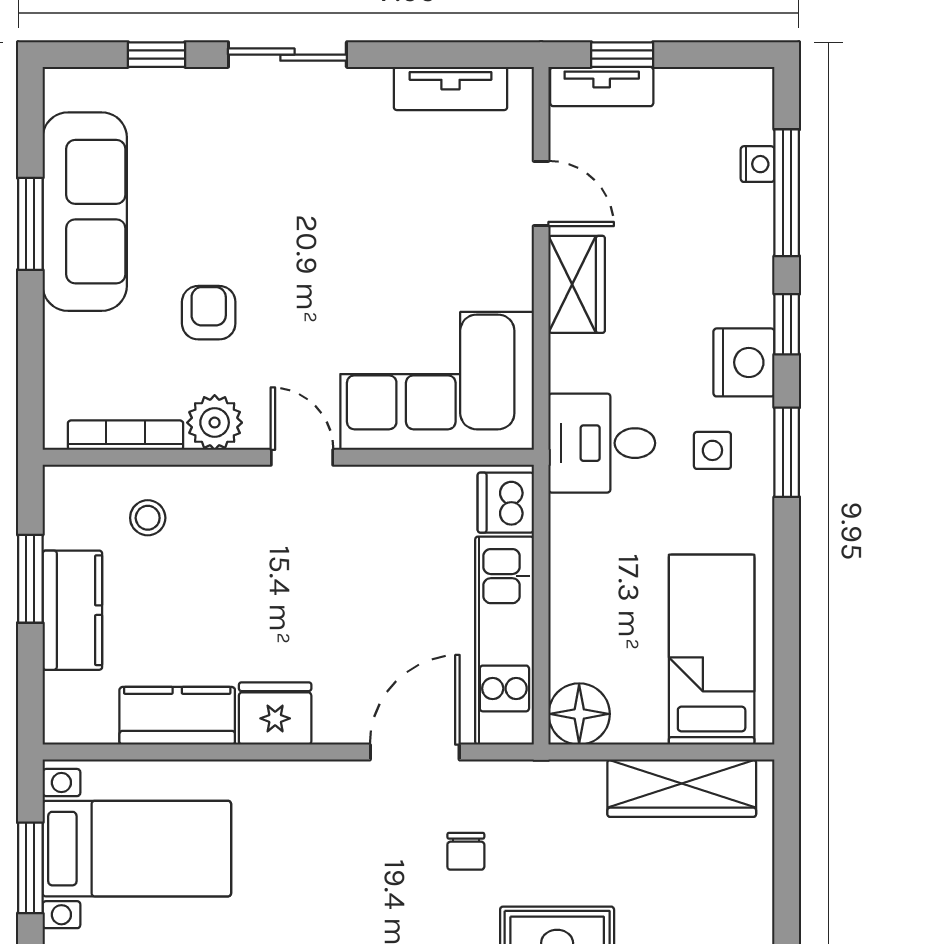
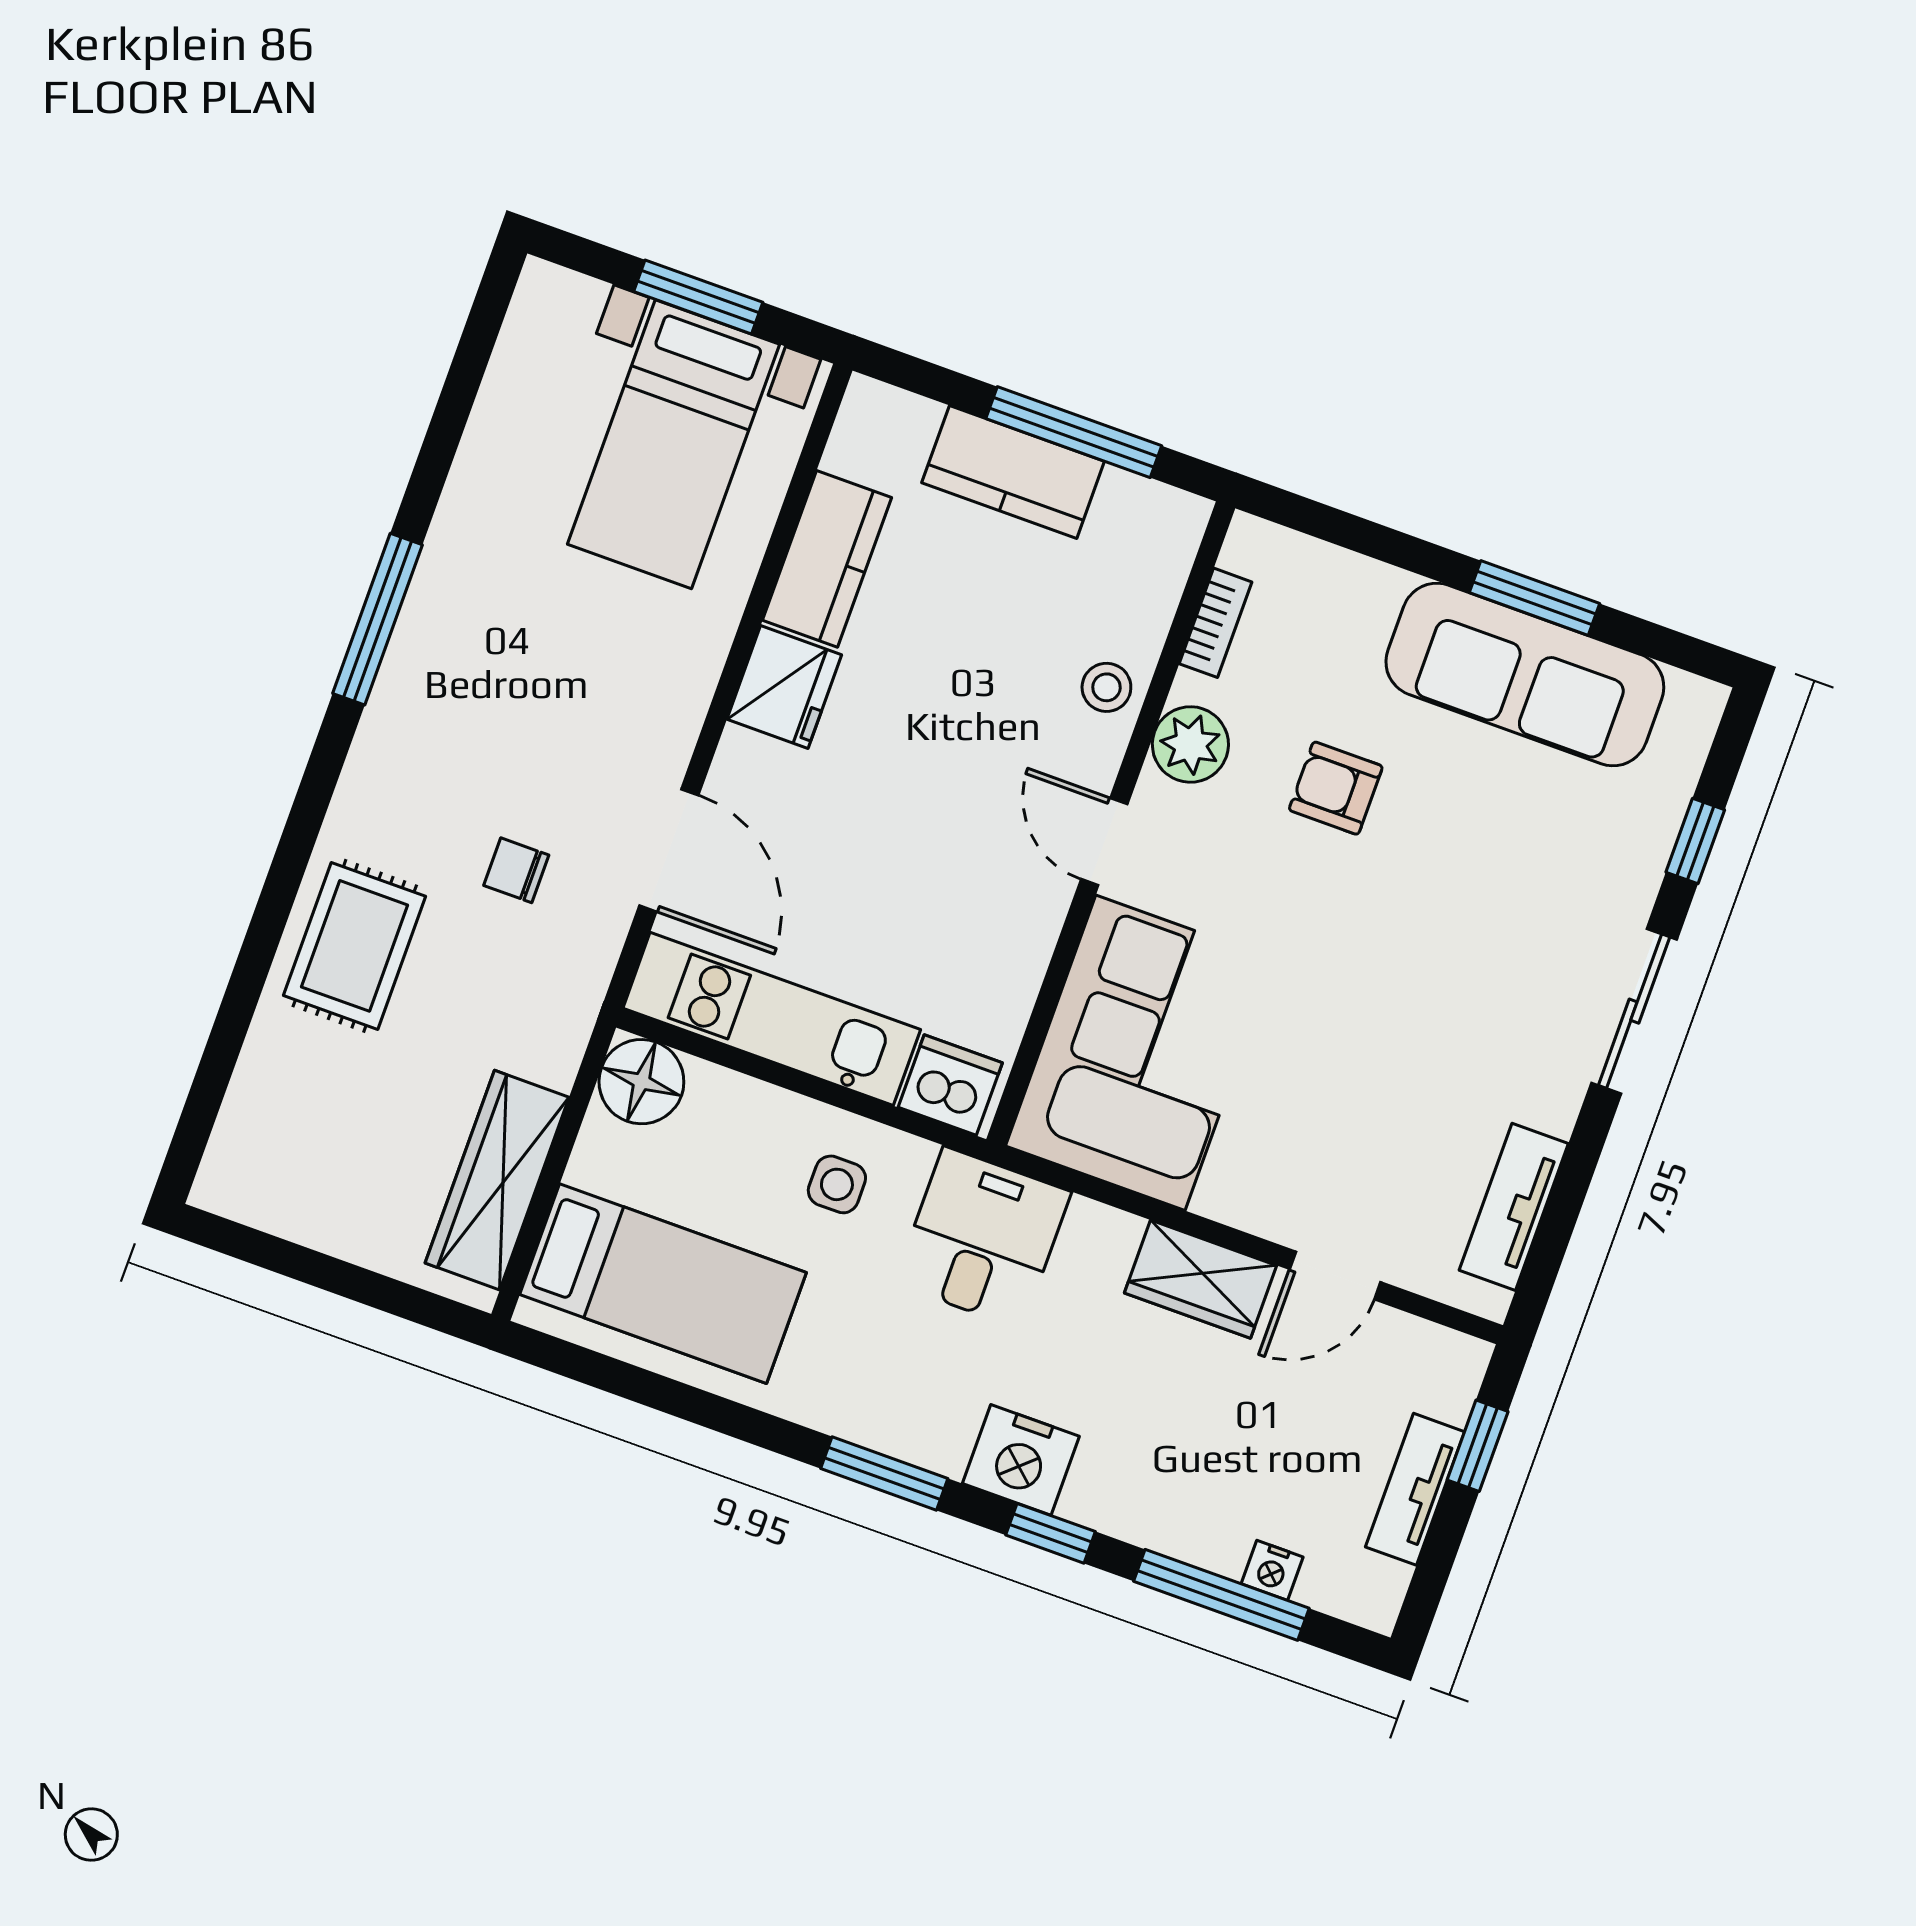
tv unit: (602, 87) -> (1415, 1489), moved
armchair: (209, 313) -> (1336, 788), turned 180
bookcase: (125, 435) -> (1216, 623), width x0.64
side table: (712, 450) -> (837, 1184), moved
door: (302, 457) -> (1104, 842), swing flipped
stool: (148, 518) -> (1106, 687), moved
window: (30, 579) -> (1074, 432), width x1.44

